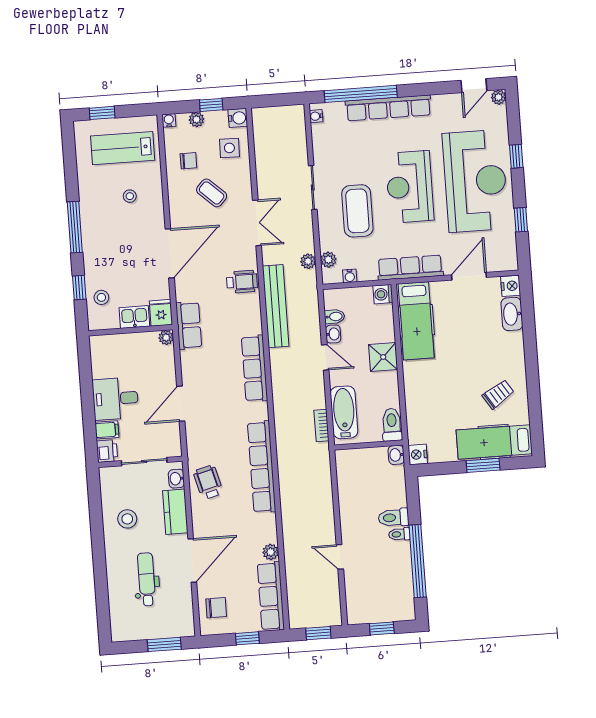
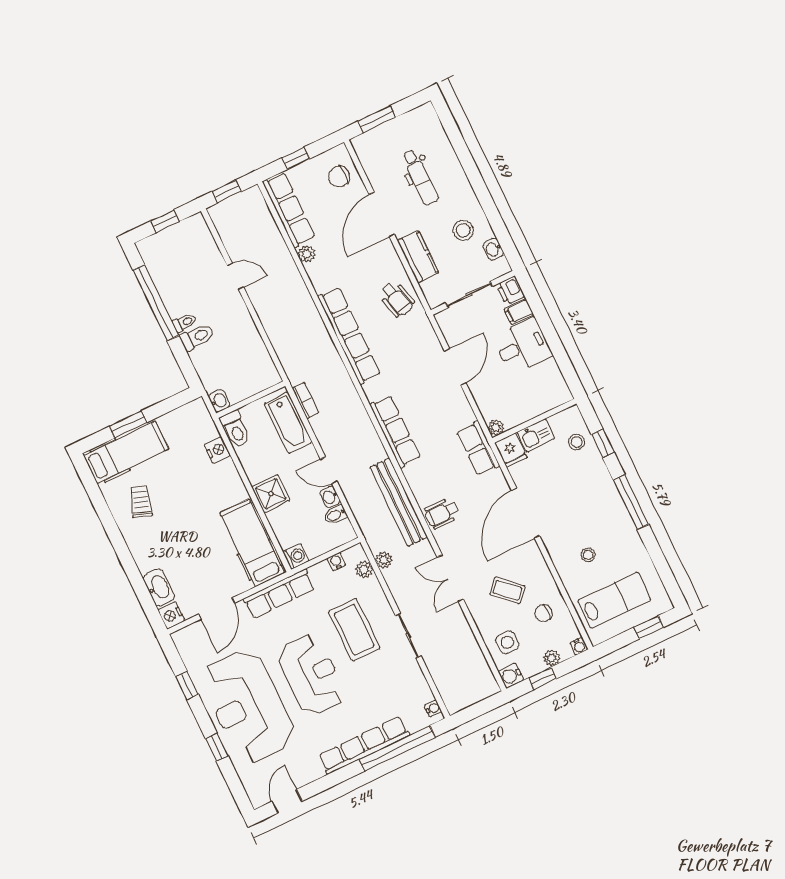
plant: (499, 97) -> (258, 799), removed
trolley: (498, 394) -> (141, 502), turned 142
nightstand: (418, 454) -> (217, 450), moved
washbasin: (176, 479) -> (493, 249), moved, turned 180

